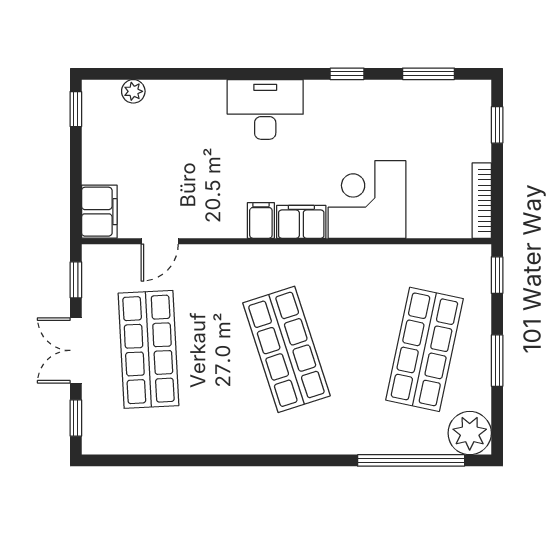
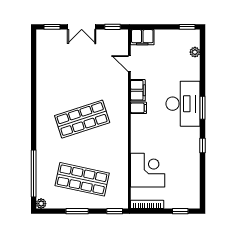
window: (429, 74) -> (203, 108), moved
desk: (265, 109) -> (183, 104), width x1.36, depth x1.30
corner desk: (367, 199) -> (148, 170), moved
filing cabinet: (301, 222) -> (138, 90), moved
shop shelf: (148, 349) -> (82, 59), removed
double door: (76, 350) -> (82, 27), swing flipped
plant: (470, 433) -> (41, 204), width x0.53, depth x0.53

